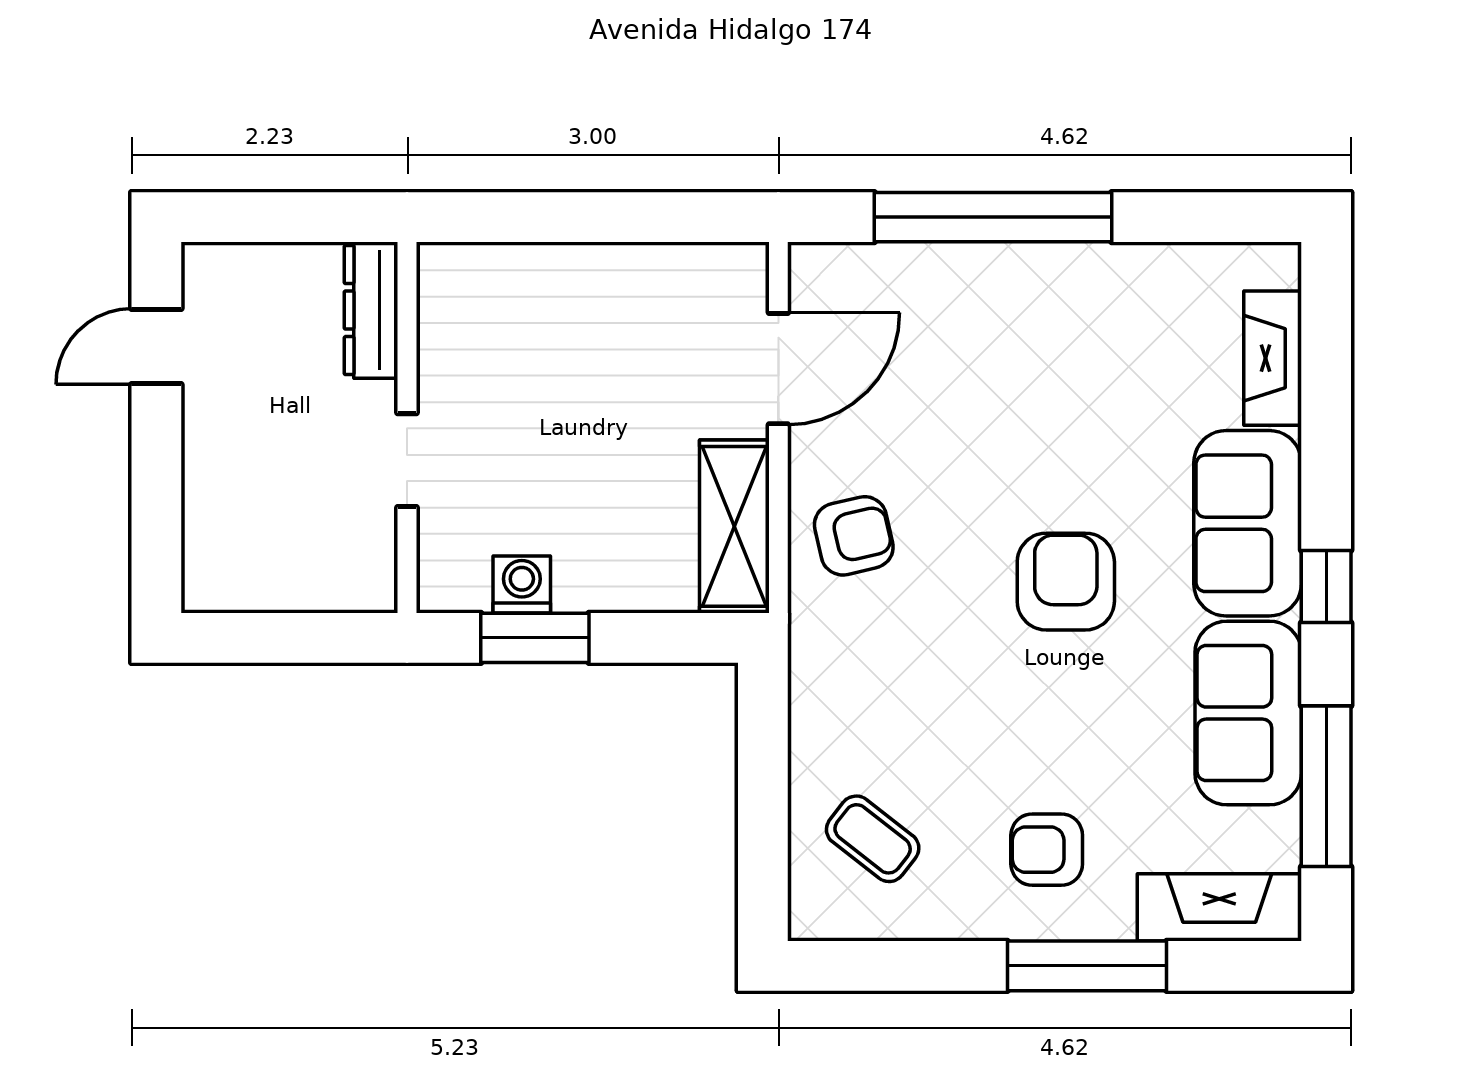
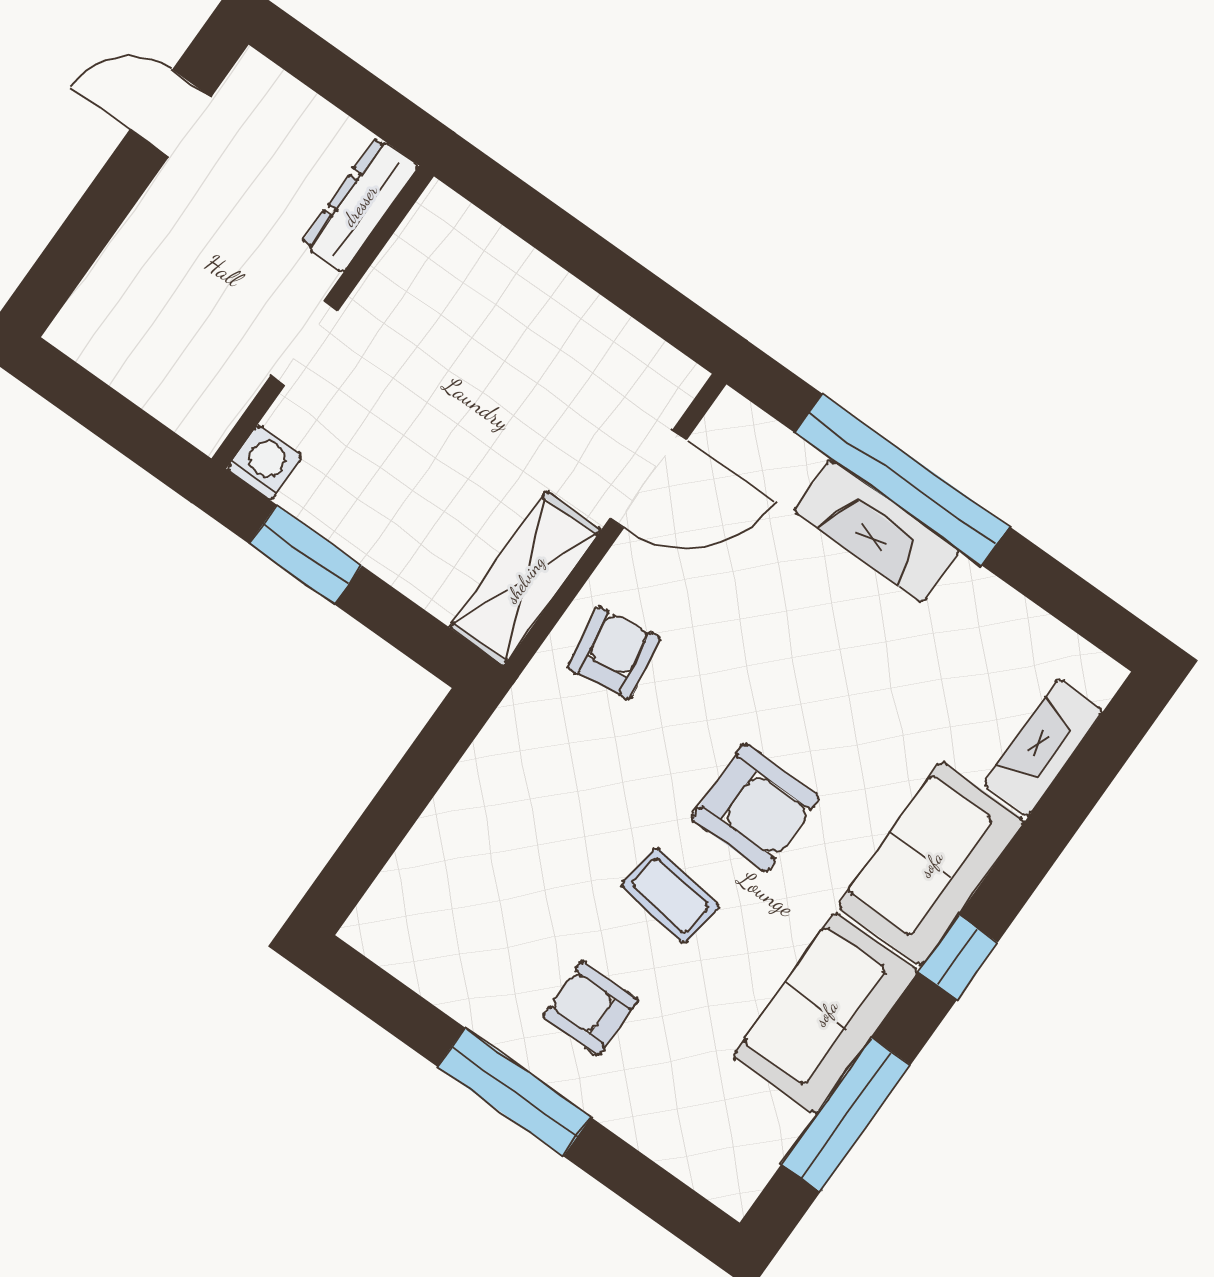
armchair: (854, 536) -> (614, 653), turned -86
armchair: (1066, 582) -> (755, 808), turned 90
washing machine: (522, 584) -> (265, 462), moved
coffee table: (873, 839) -> (670, 896), moved, turned -30
fireplace: (1219, 907) -> (877, 531), moved, turned 180
window: (1087, 966) -> (514, 1092), moved

